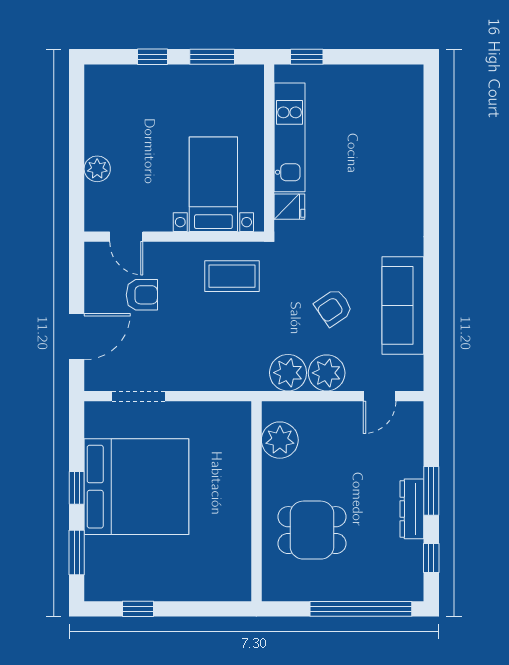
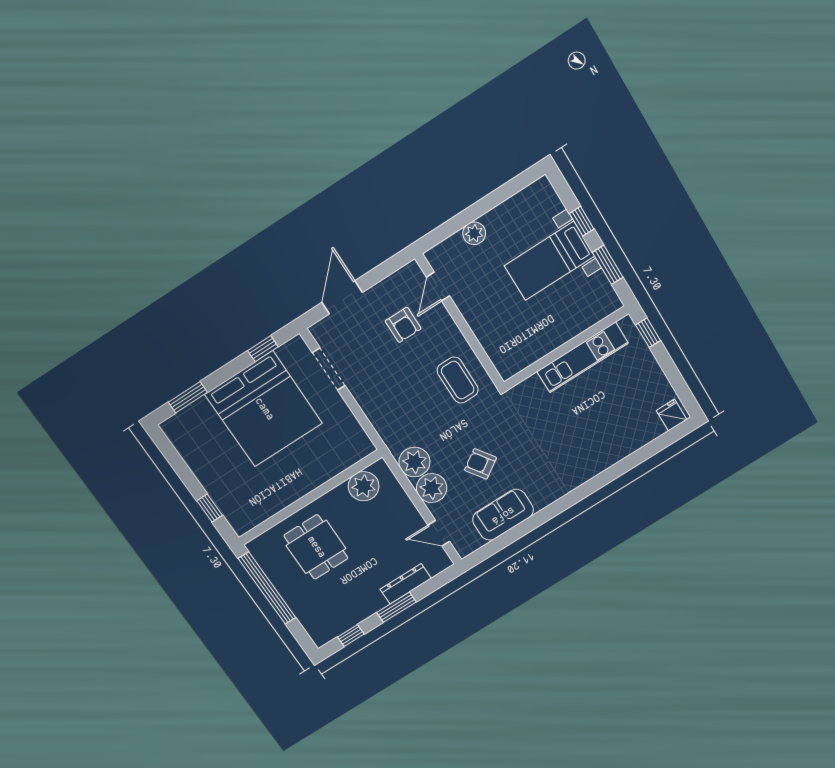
bed with nightstands: (213, 184) -> (550, 261), moved, turned 180
fridge: (289, 207) -> (672, 415), moved, turned 180
sofa: (403, 305) -> (503, 515), width x0.73
door: (77, 337) -> (342, 297), swing flipped
window: (77, 488) -> (263, 349), moved
dresser: (412, 509) -> (406, 584), moved
window: (138, 609) -> (210, 508), moved
window: (361, 609) -> (267, 588), moved

